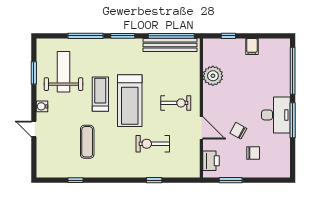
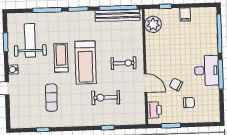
plant: (213, 76) -> (153, 24), moved

